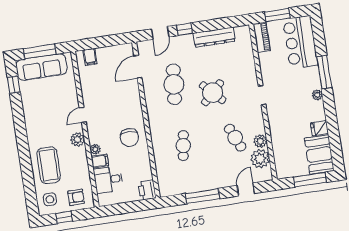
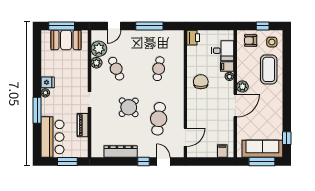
door: (160, 33) -> (163, 162), hinge flipped
piano: (262, 37) -> (83, 125), moved
door: (83, 115) -> (235, 106), width x1.88
fridge: (320, 128) -> (48, 82), moved
booth: (319, 155) -> (66, 40), moved, turned 90

